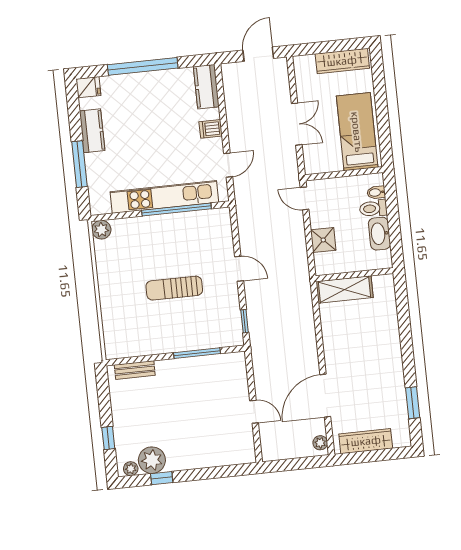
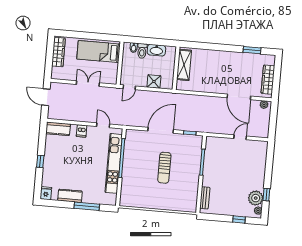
window: (143, 66) -> (40, 161), width x0.32
plant: (101, 230) -> (125, 201), removed
door: (239, 269) -> (161, 130), width x1.87
shelving: (345, 289) -> (184, 65), moved

